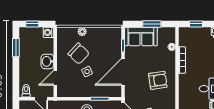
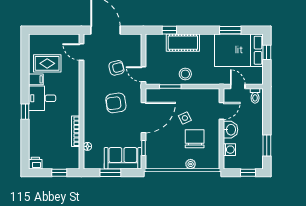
washing machine: (48, 32) -> (229, 150), moved
chair: (79, 54) -> (195, 139), turned 47
armchair: (158, 80) -> (116, 103), moved

